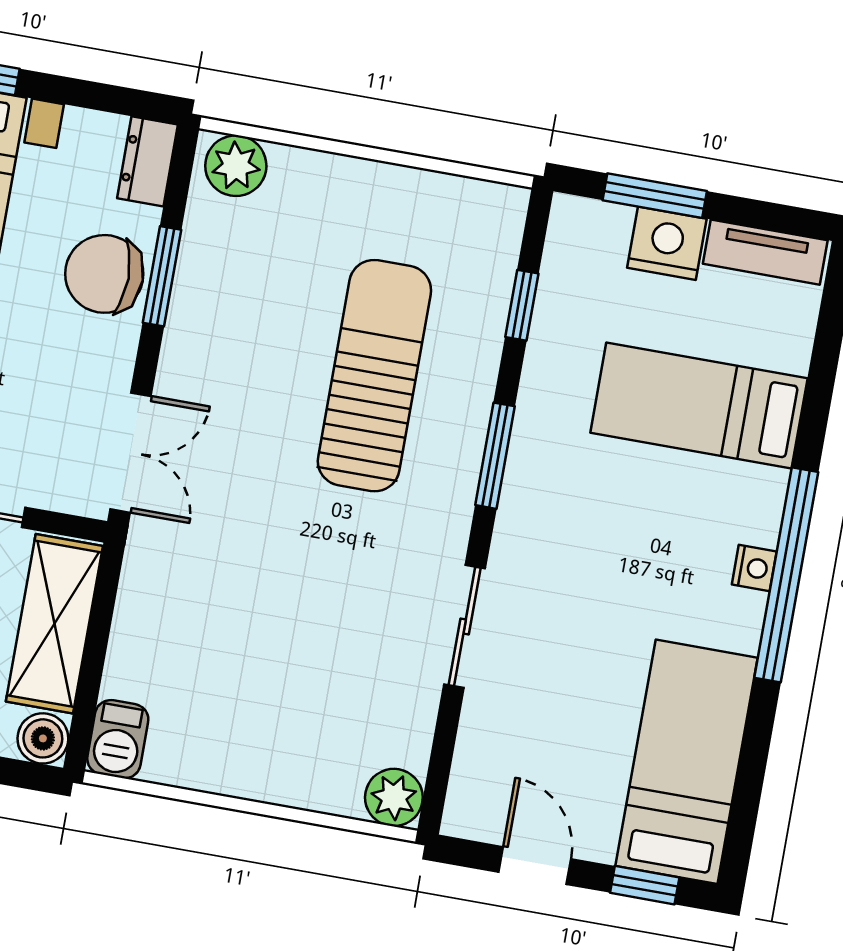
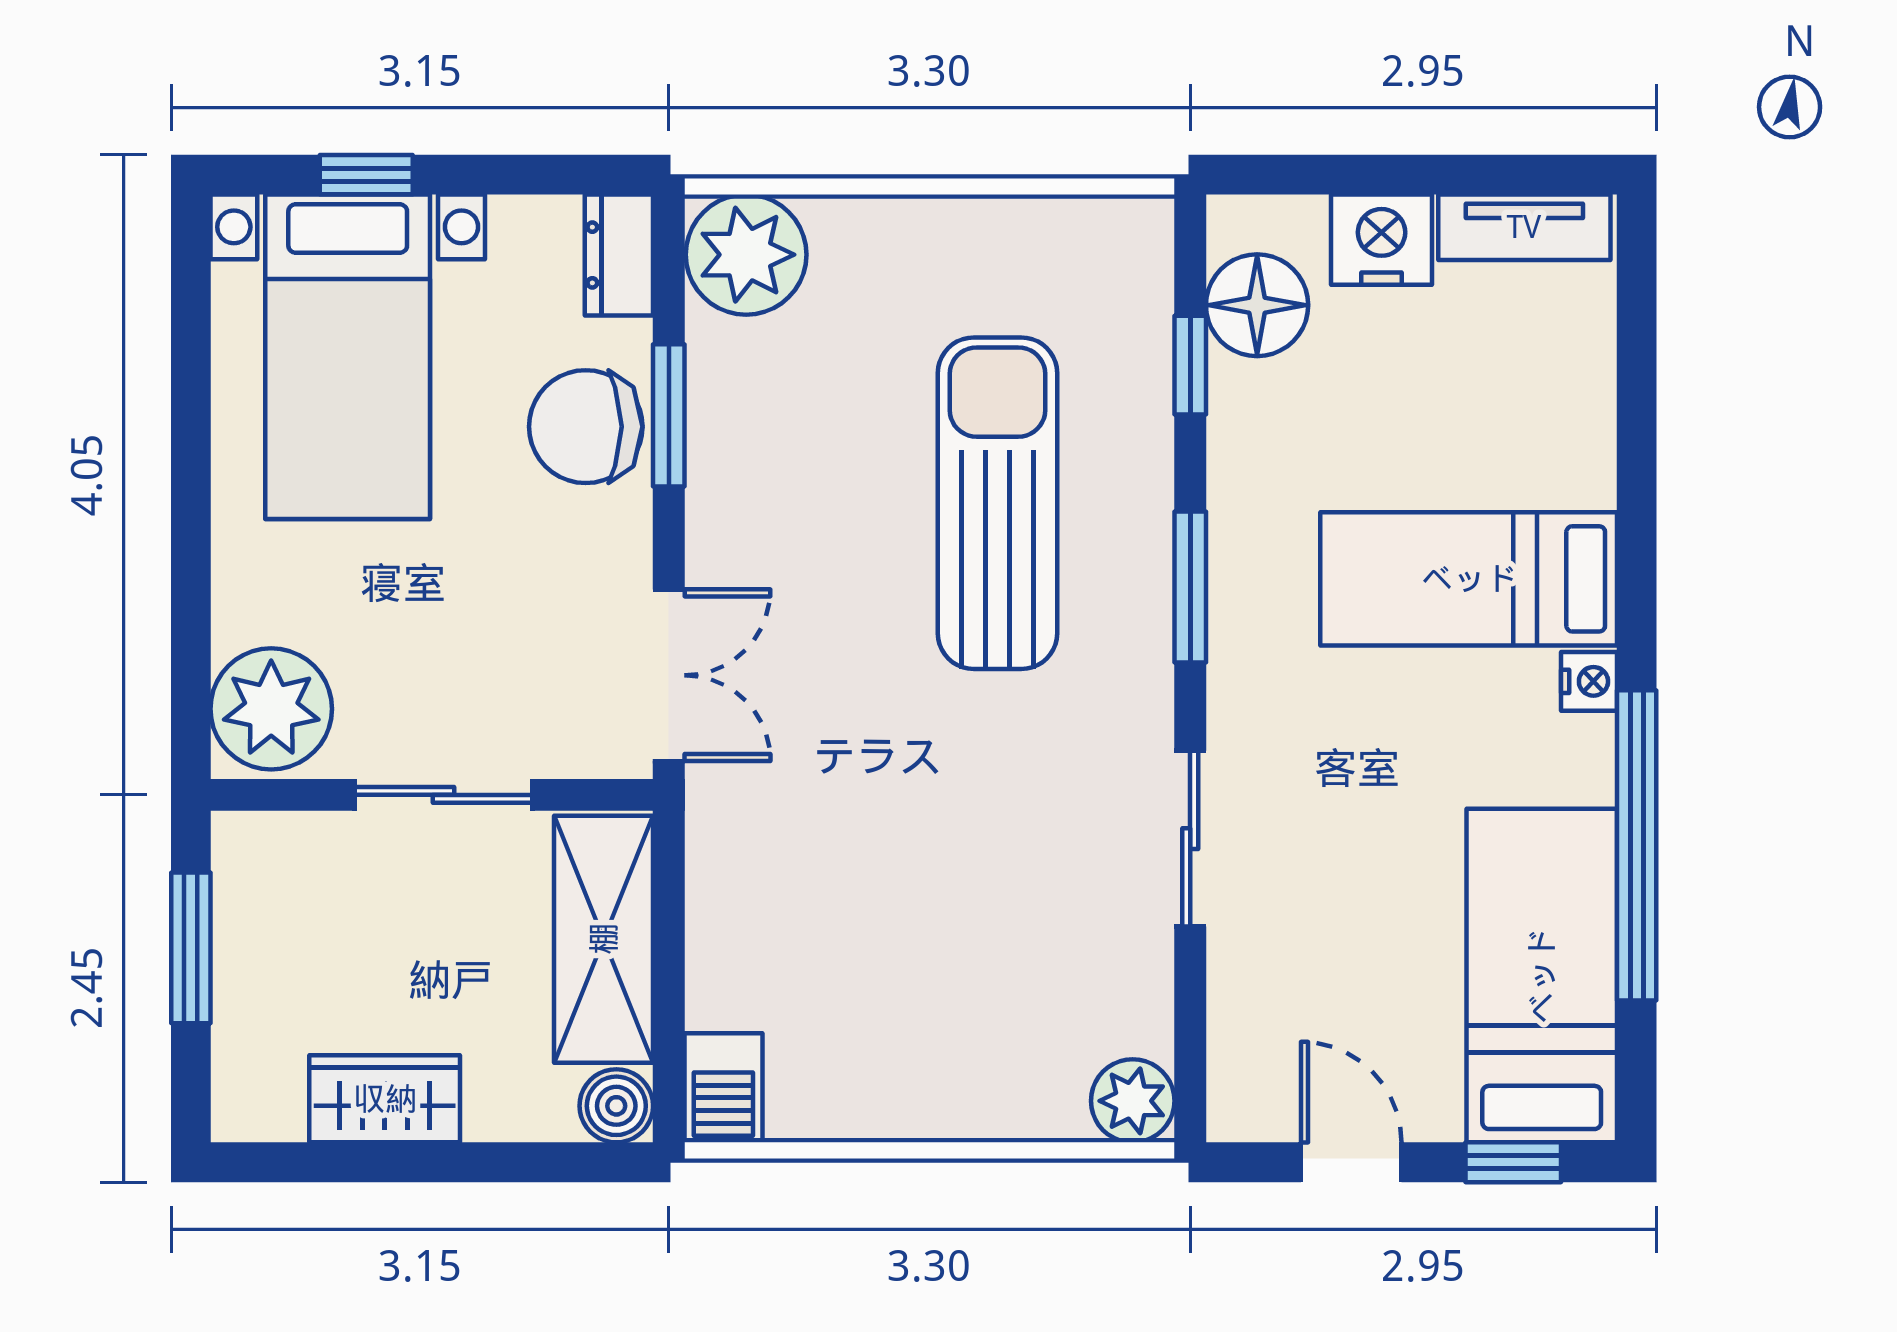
plant: (236, 166) -> (746, 255), width x1.36, depth x1.36
window: (655, 196) -> (1352, 175), removed
floor lamp: (574, 273) -> (1257, 305), added
bed: (699, 406) -> (1469, 579), moved
window: (786, 575) -> (1637, 845), moved

